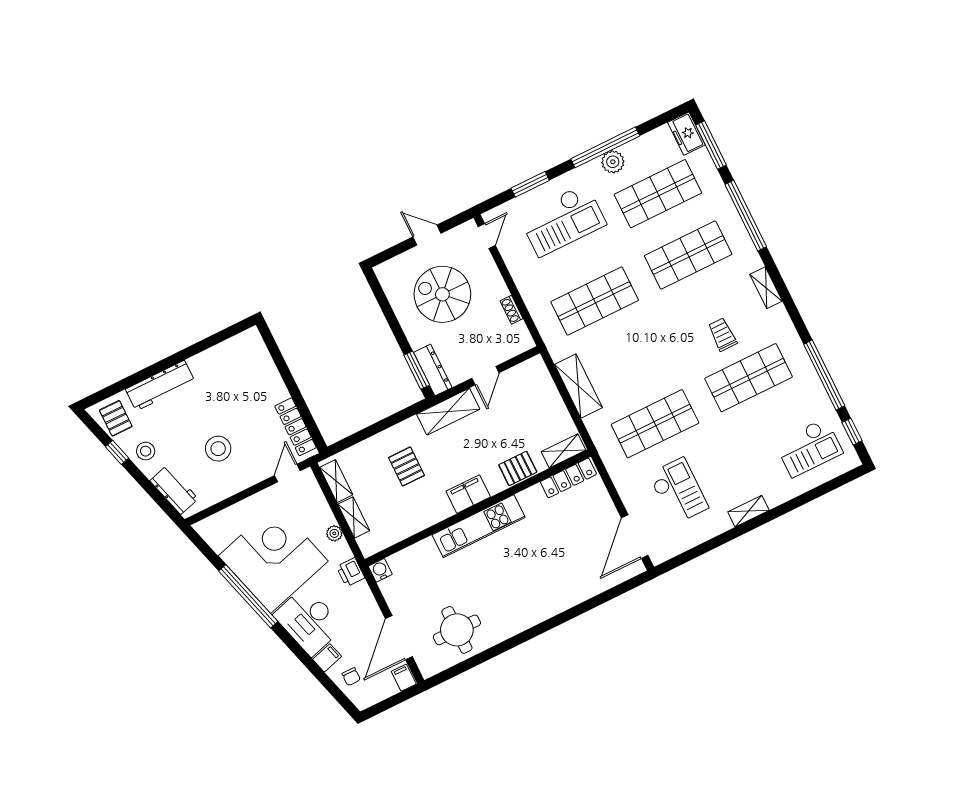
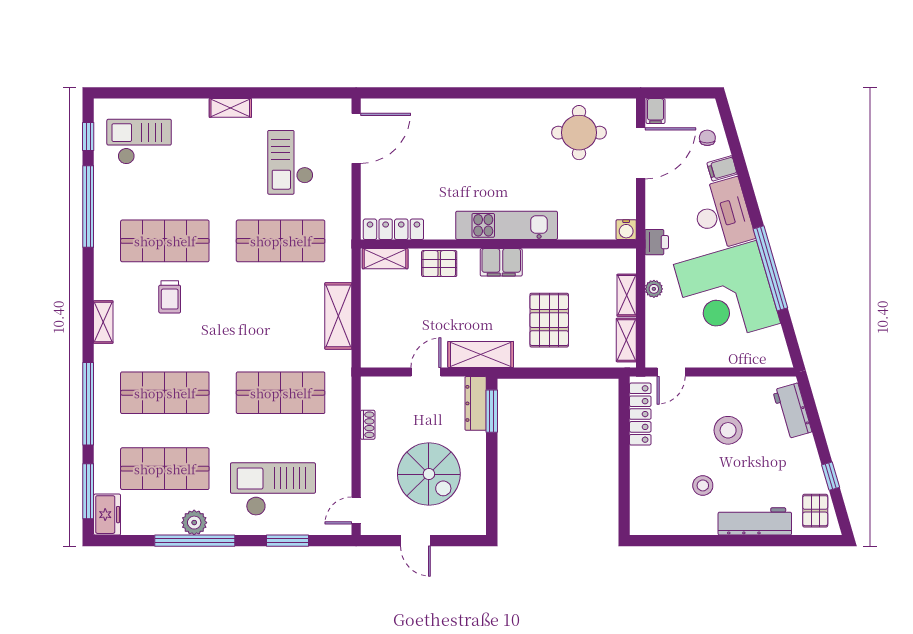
stool: (146, 451) -> (703, 485), moved
pallet: (406, 466) -> (549, 320), width x1.50, depth x1.42

